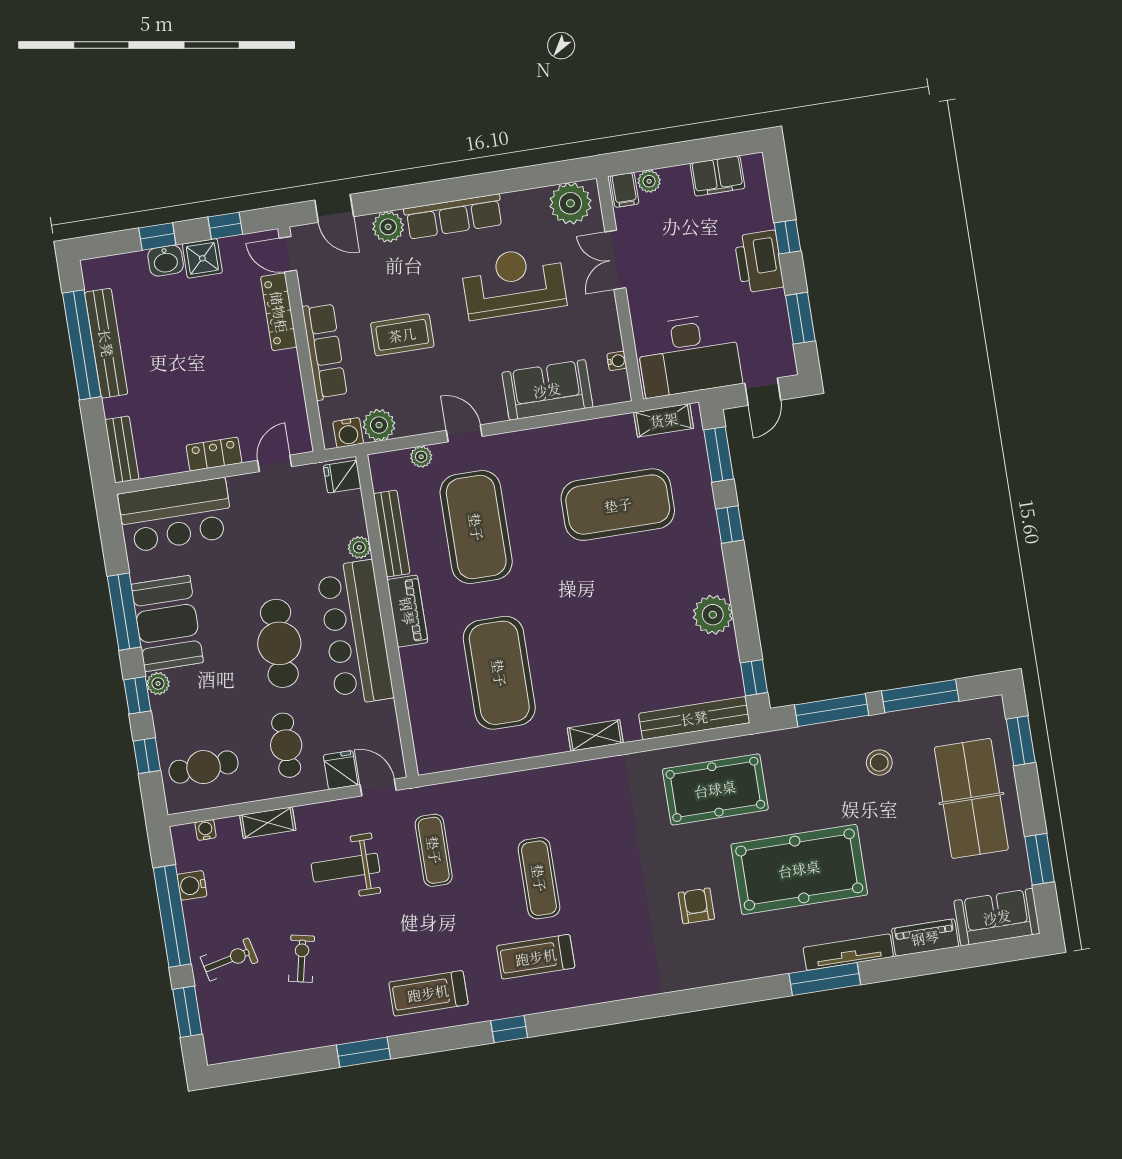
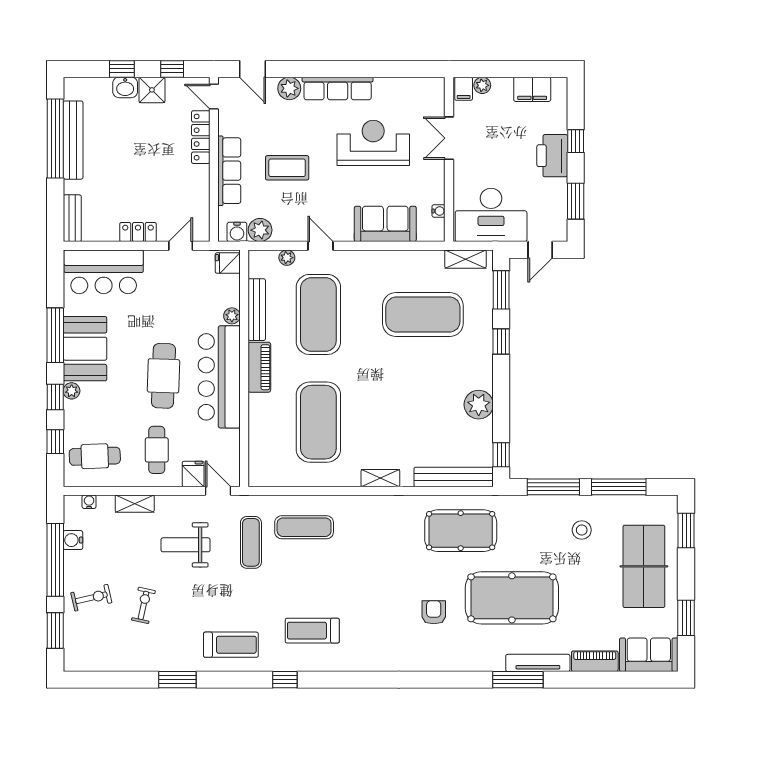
plant: (570, 203) -> (423, 92), removed
exercise mat: (539, 878) -> (304, 527), moved, turned 90
treadmill: (428, 993) -> (231, 645), turned 180

